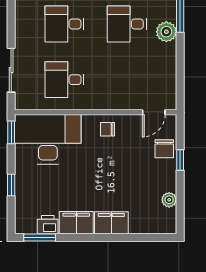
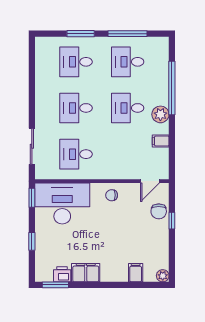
filing cabinet: (167, 64) -> (161, 141), added
plant: (169, 200) -> (163, 276), moved
filing cabinet: (111, 223) -> (136, 273), moved, width x0.50

